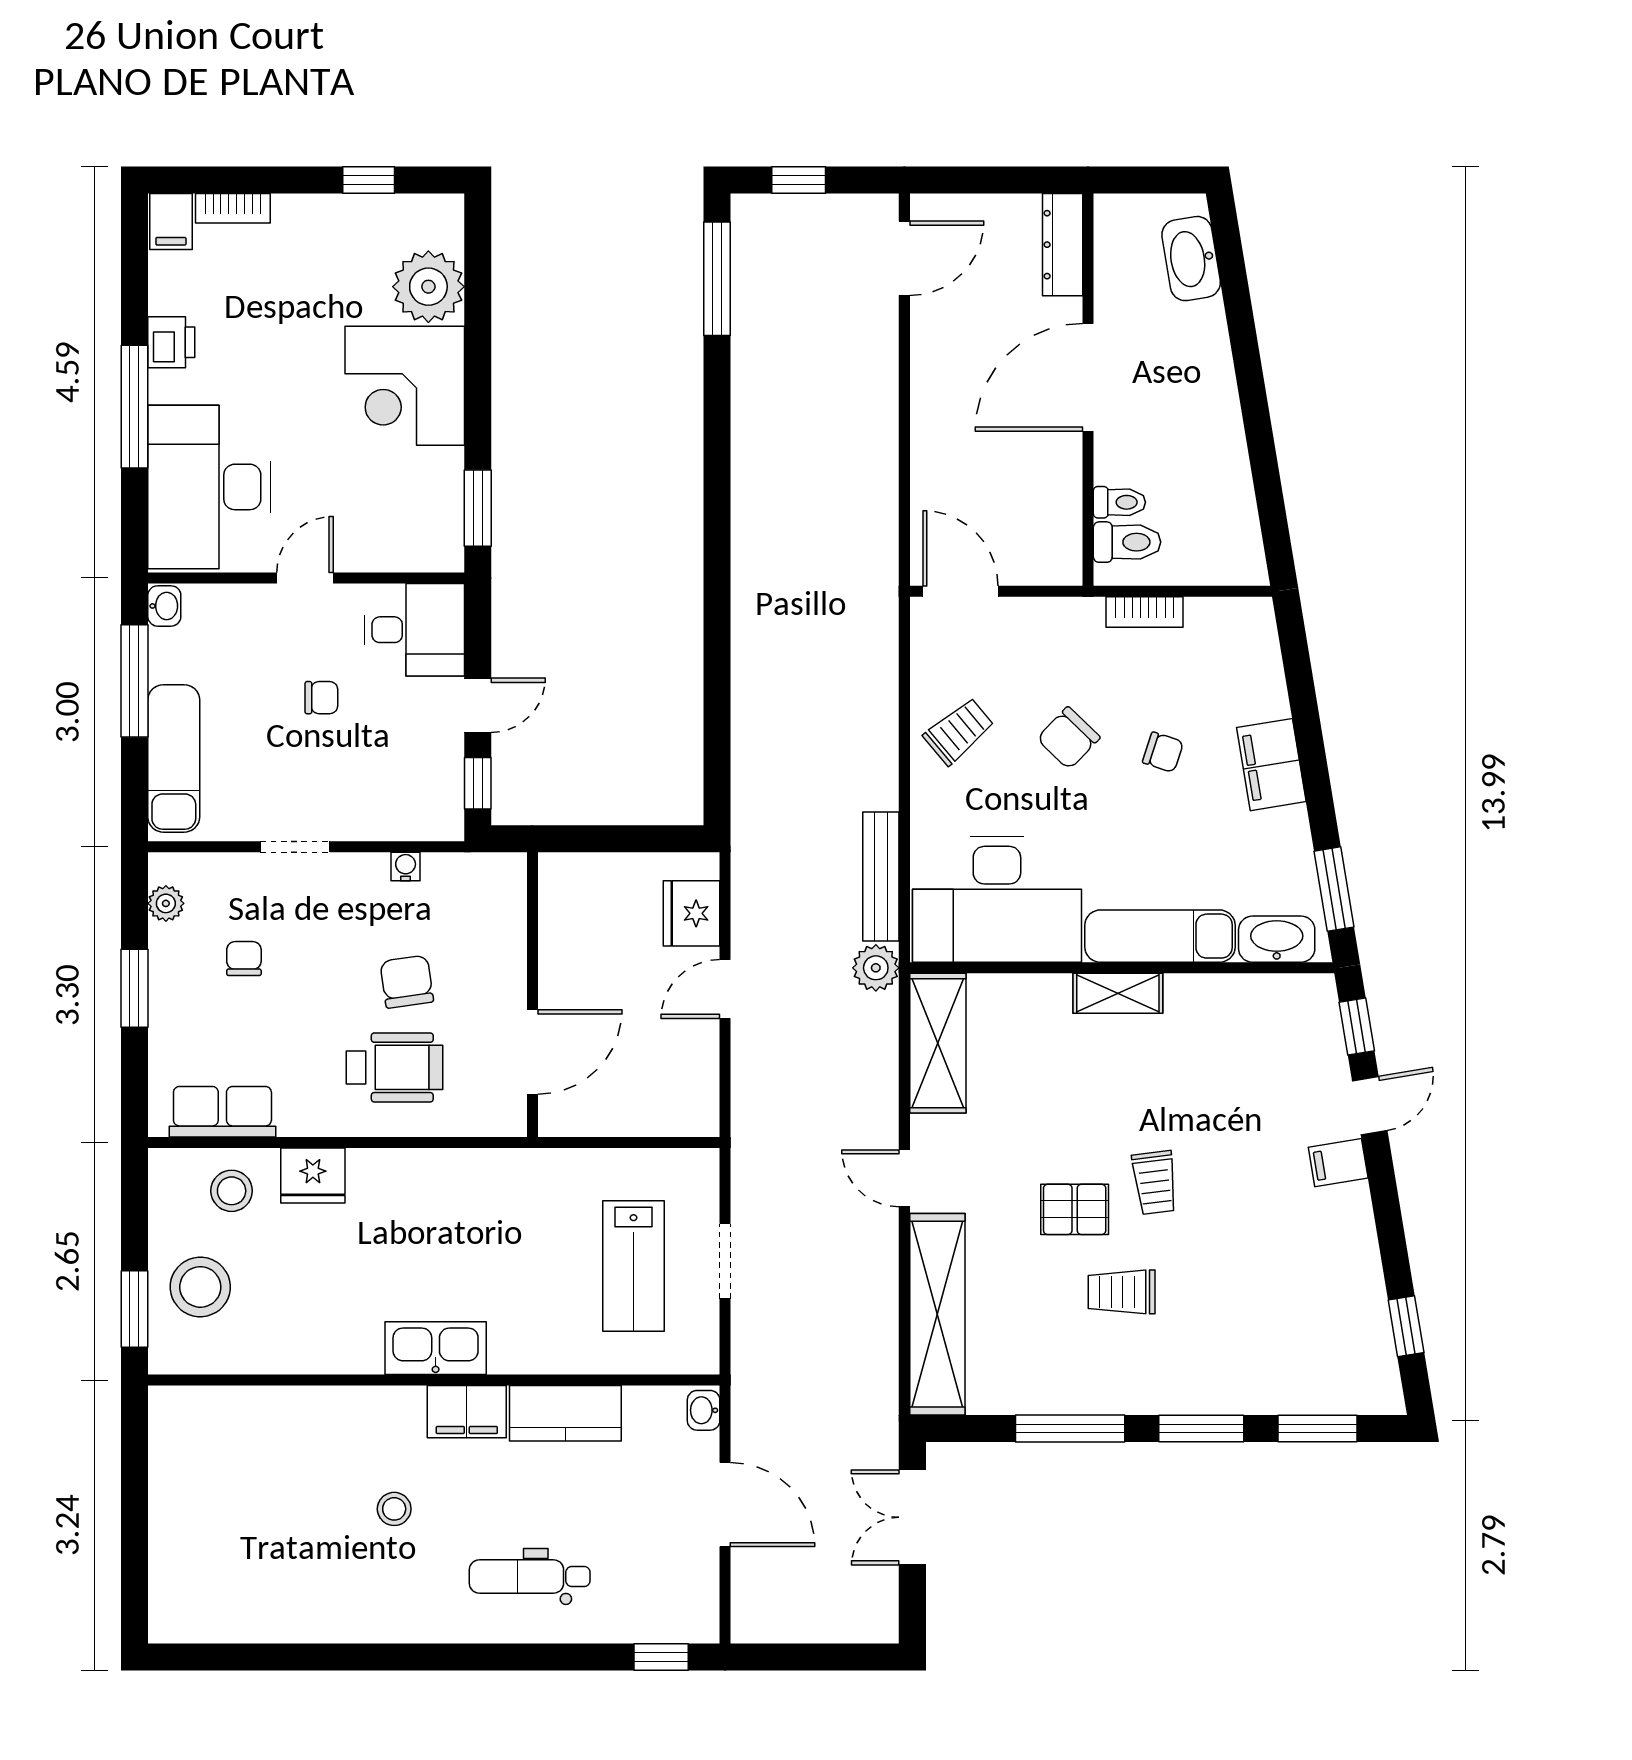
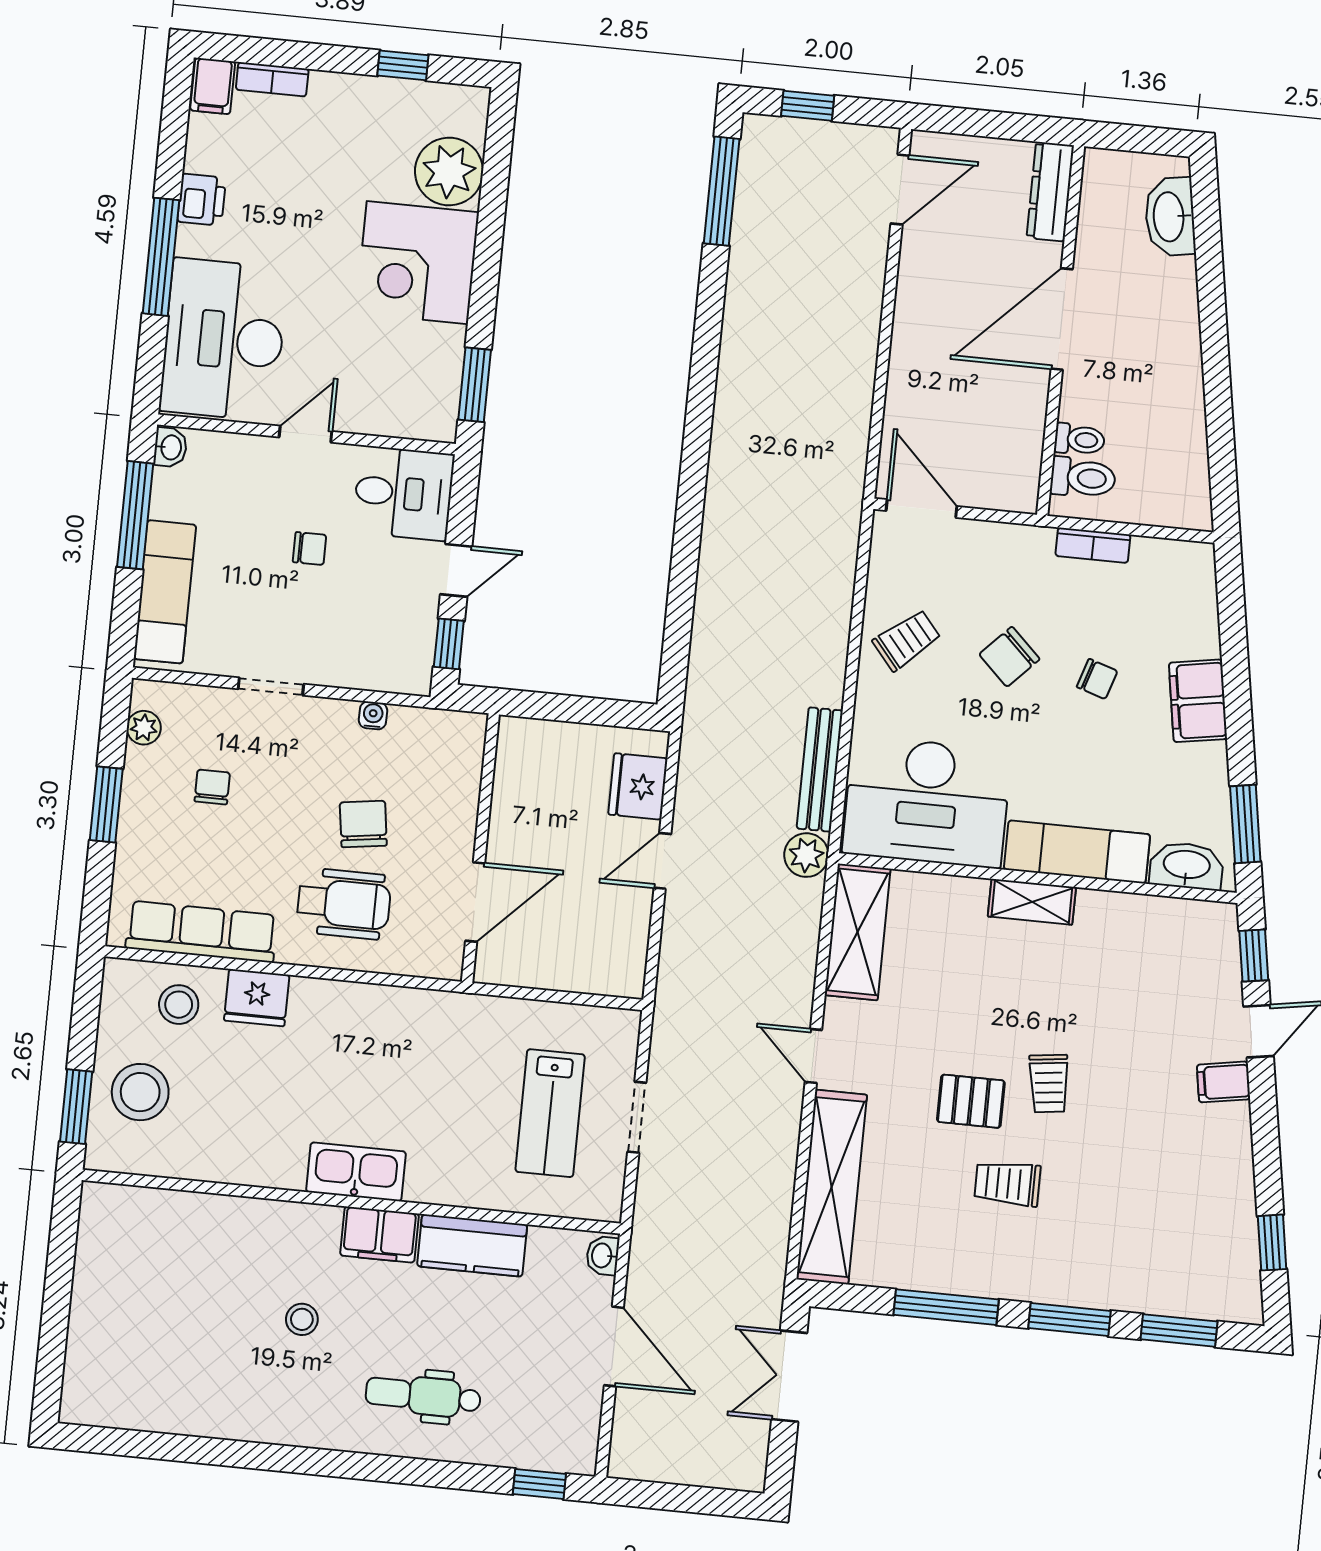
row of seats: (222, 1112) -> (201, 932), width x1.48

